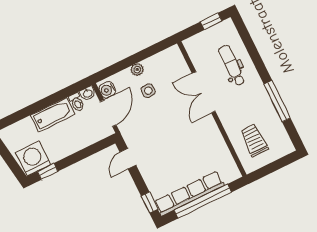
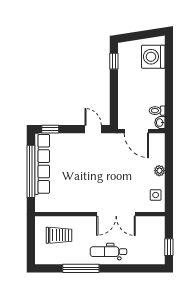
dental chair: (232, 65) -> (108, 252), moved, turned 180
water cooler: (107, 90) -> (155, 139), removed
side table: (148, 91) -> (156, 195), moved
double door: (204, 92) -> (116, 214), swing flipped
bathtub: (53, 115) -> (157, 87), removed
washing machine: (33, 159) -> (153, 57), moved, turned 180

